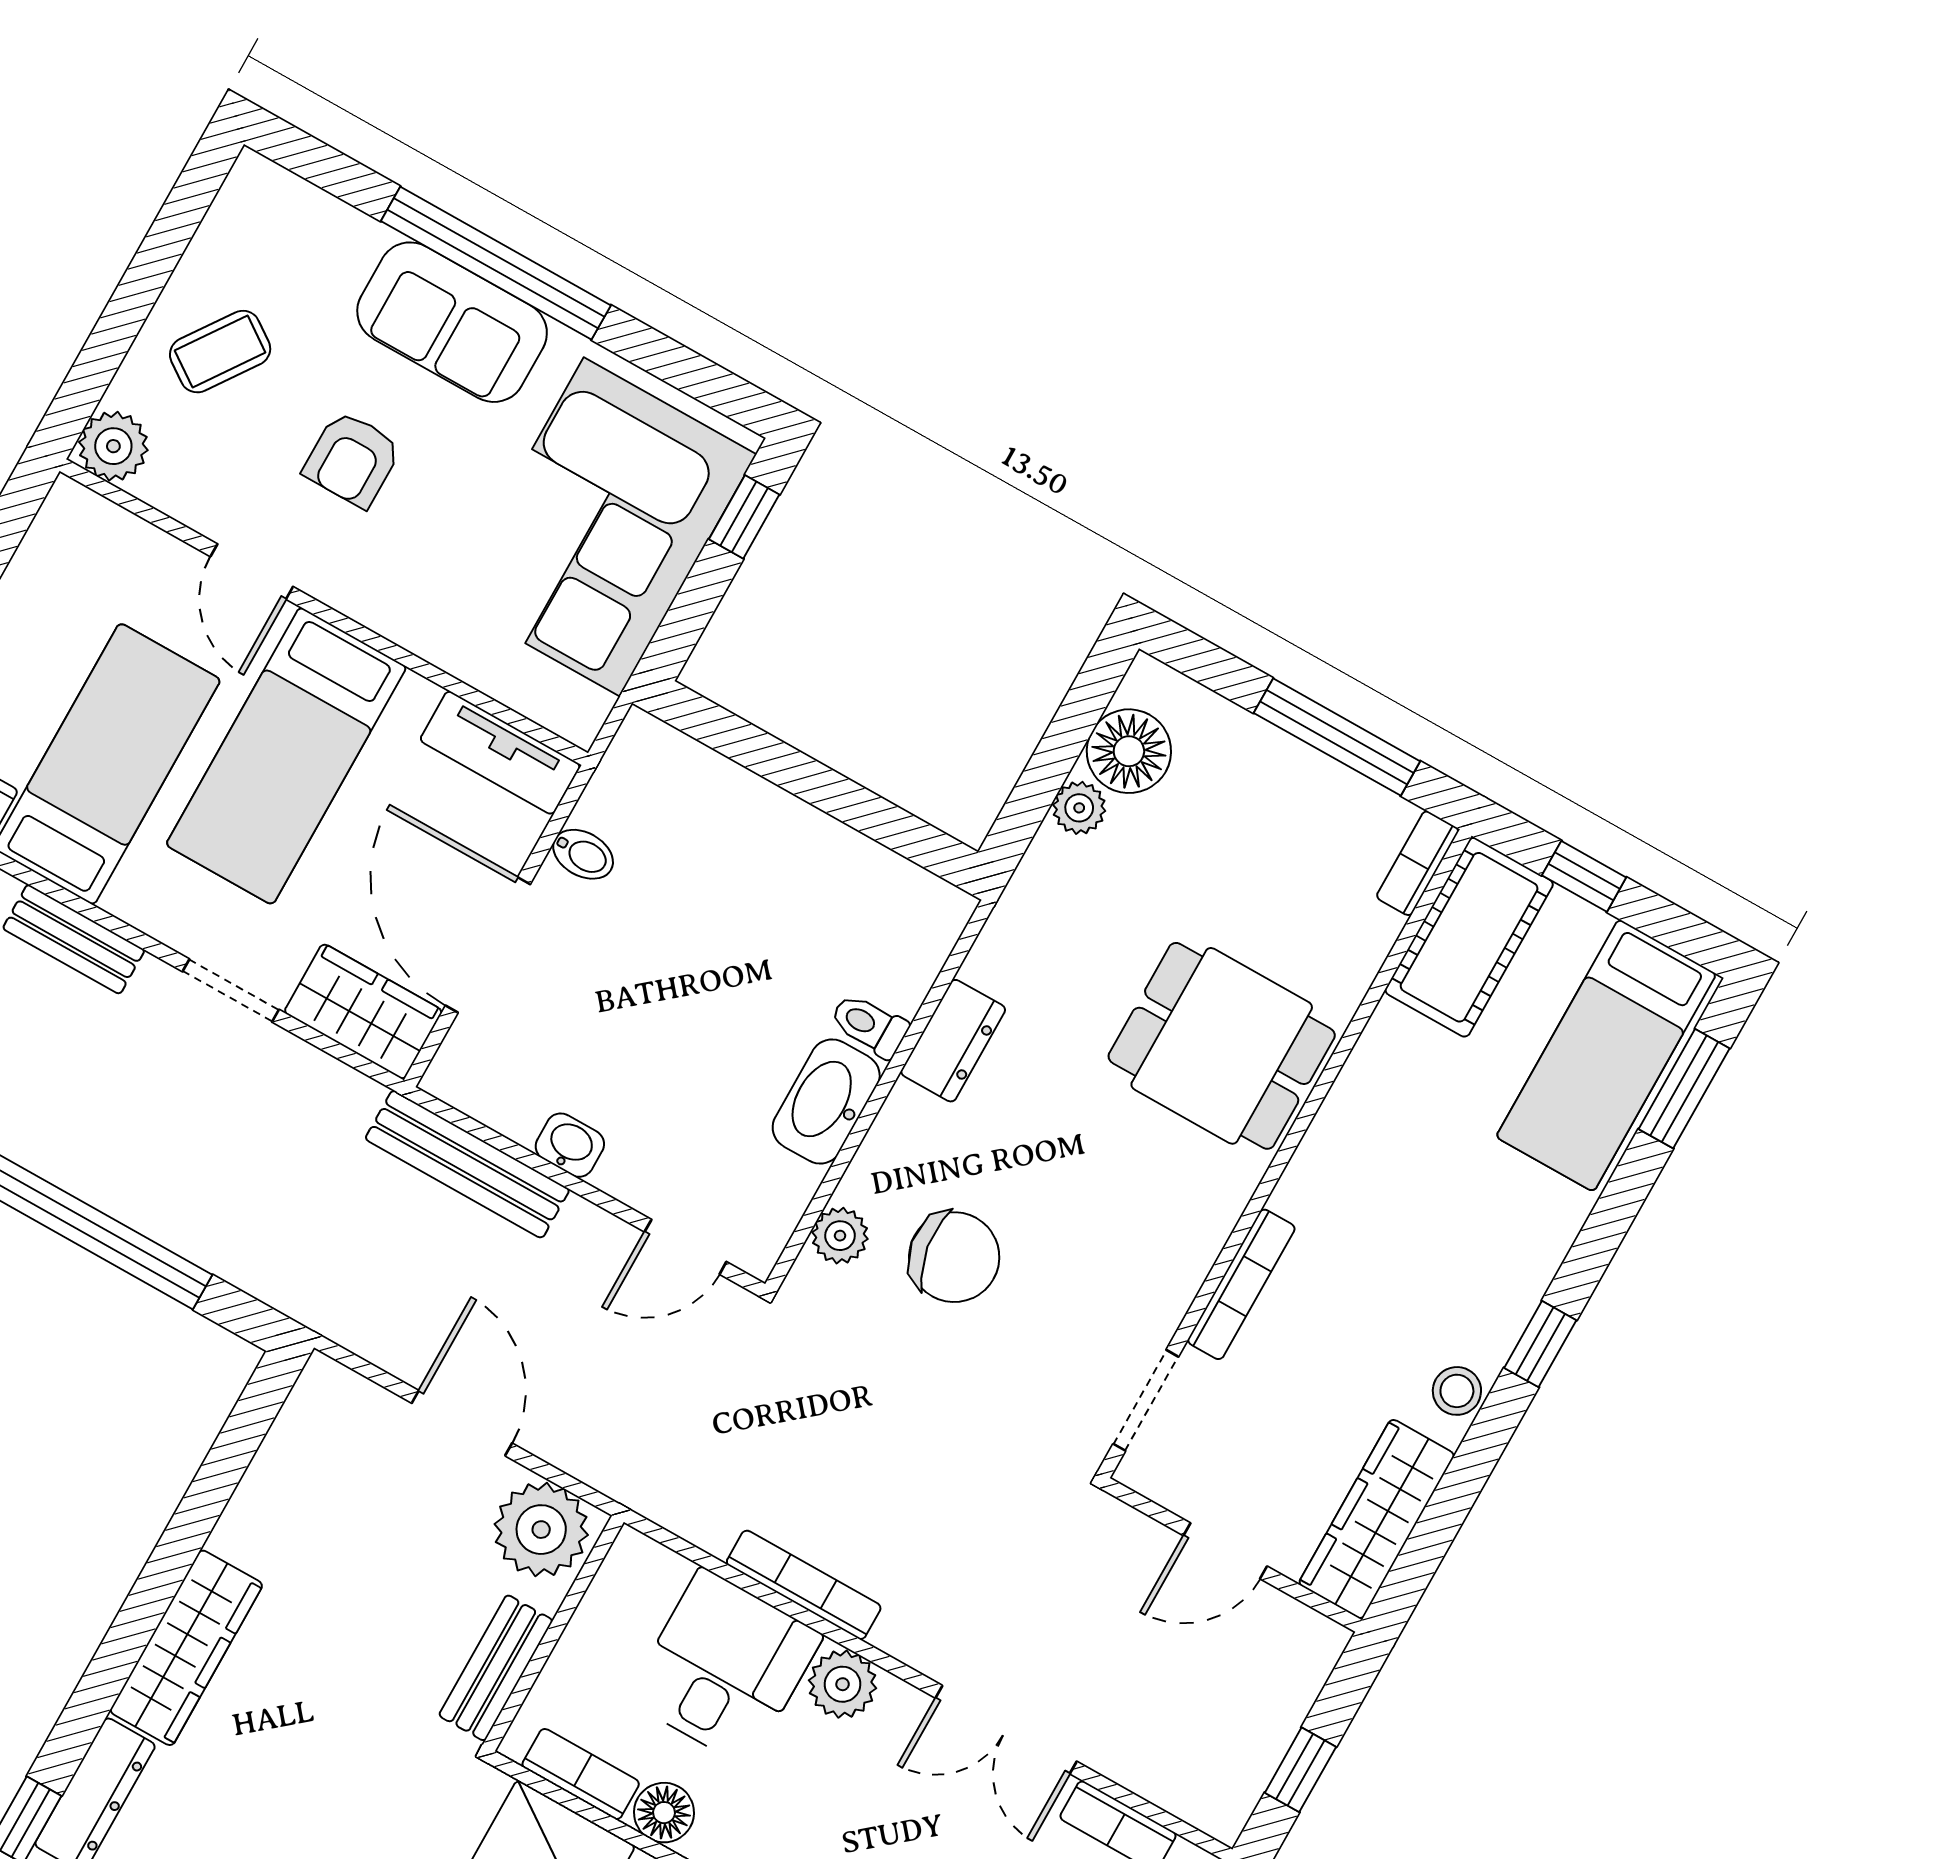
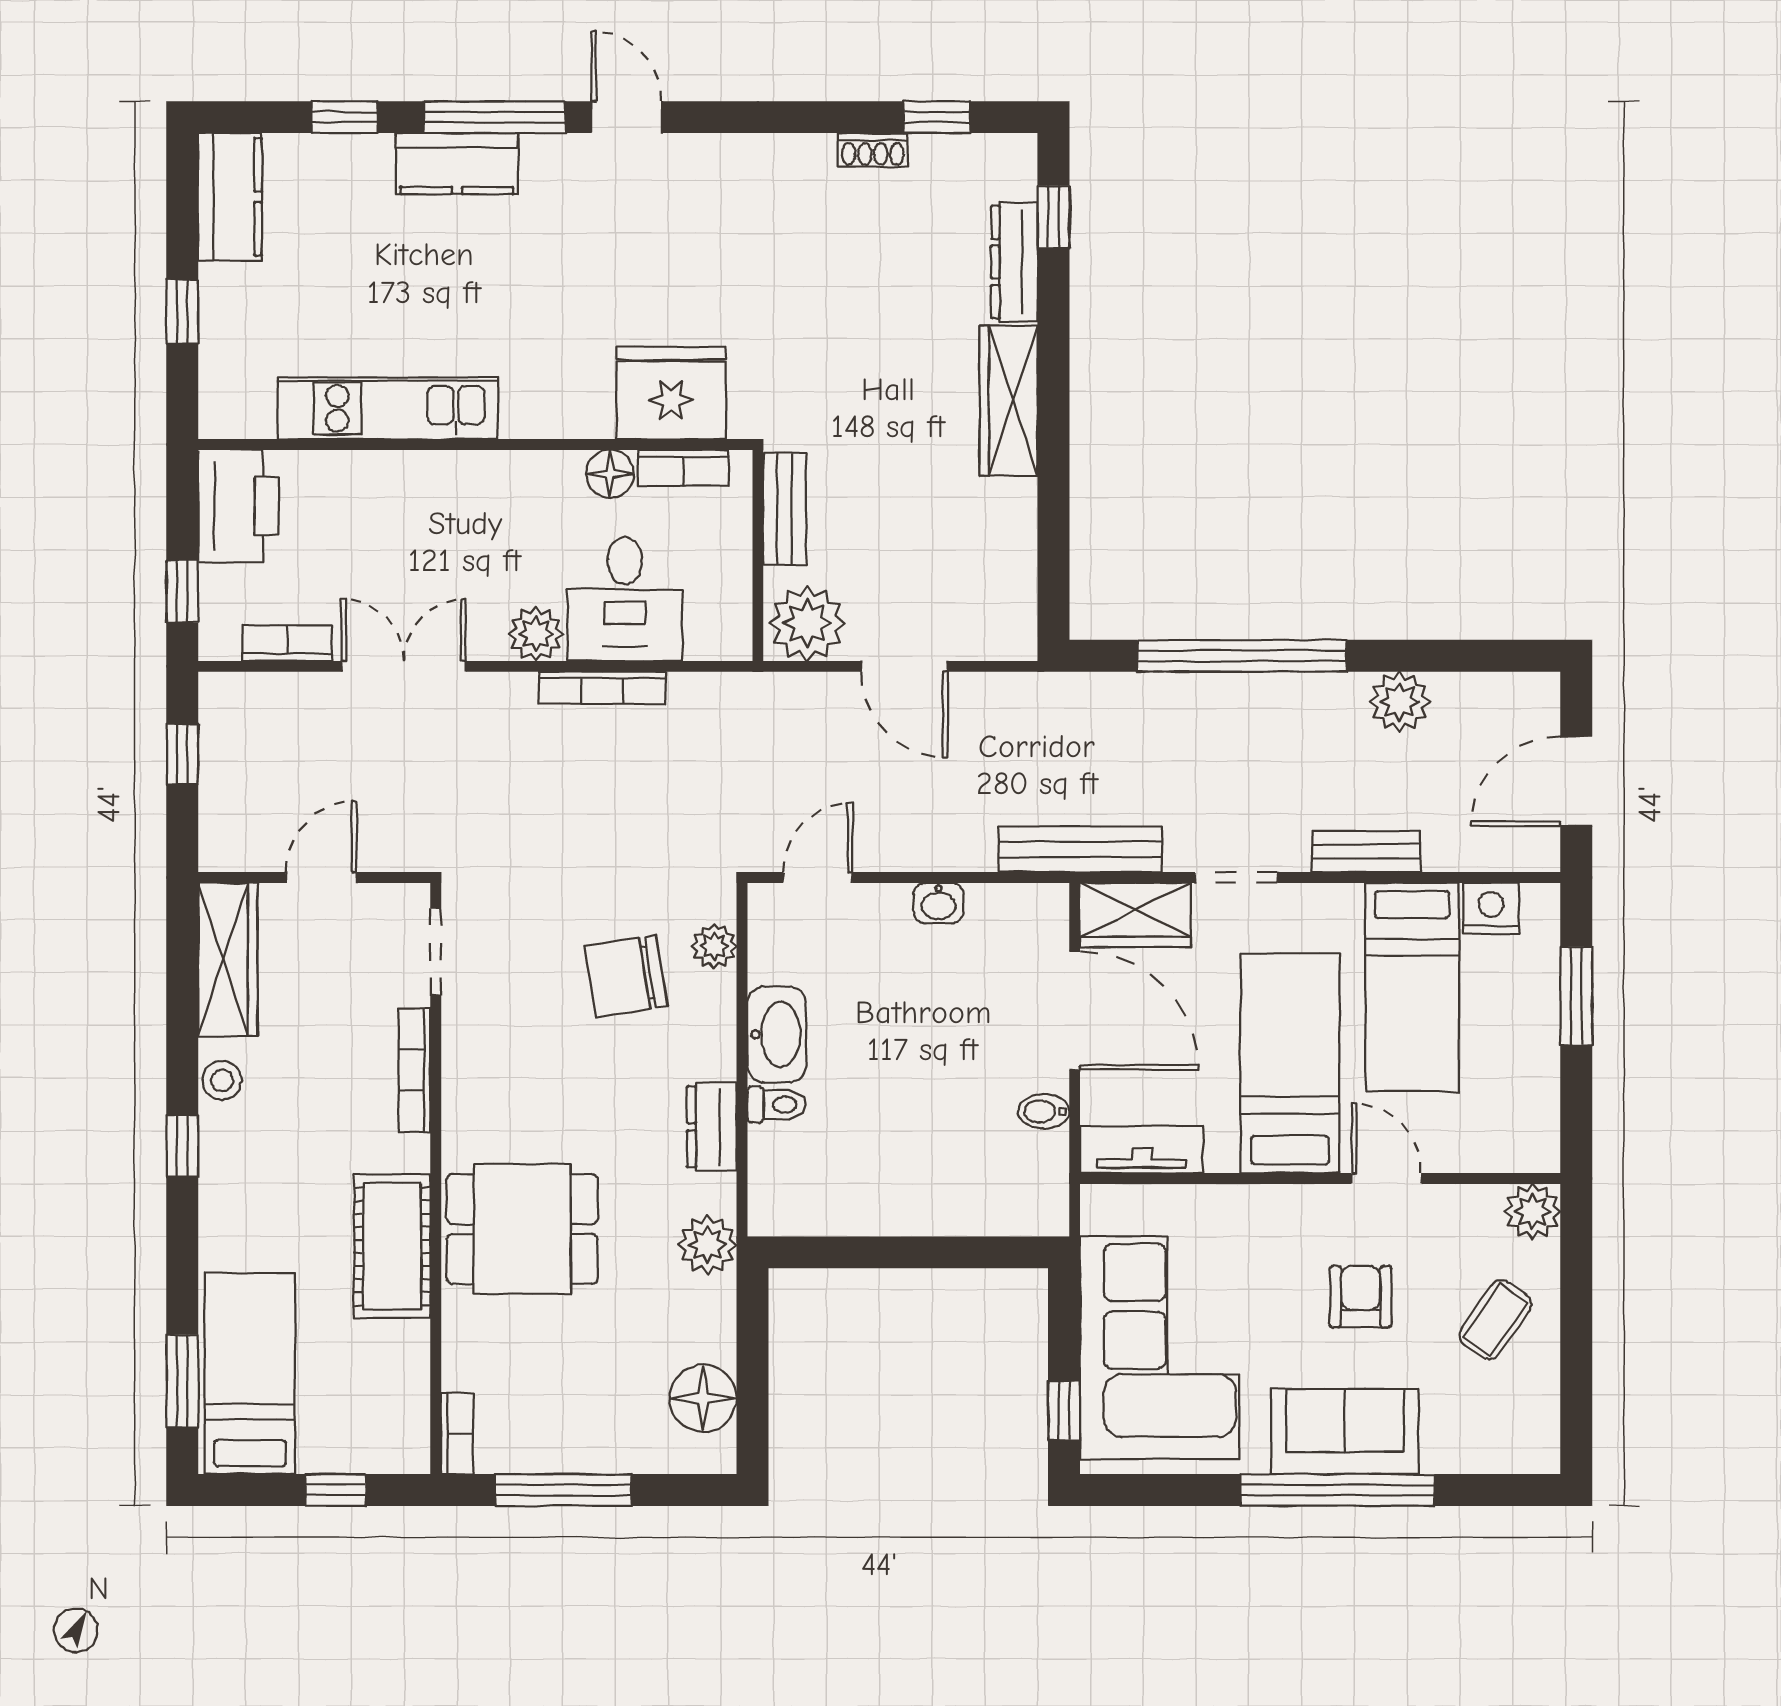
plant: (1079, 808) -> (708, 1245), moved, width x1.38, depth x1.38
cot: (1469, 937) -> (392, 1246), moved
bench: (467, 1164) -> (1080, 849), moved

